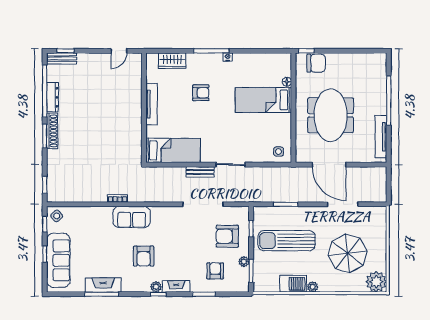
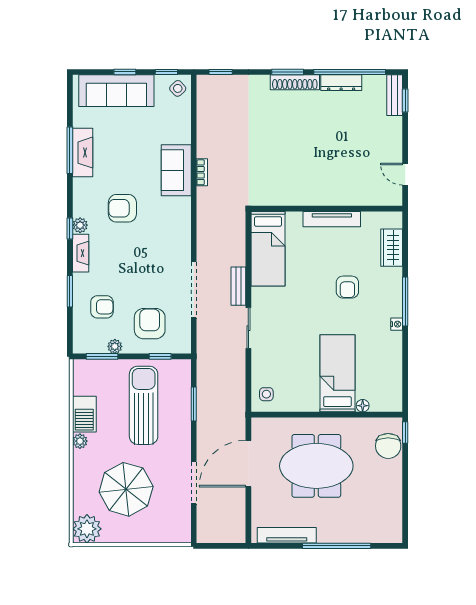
sofa: (132, 217) -> (176, 170), moved

